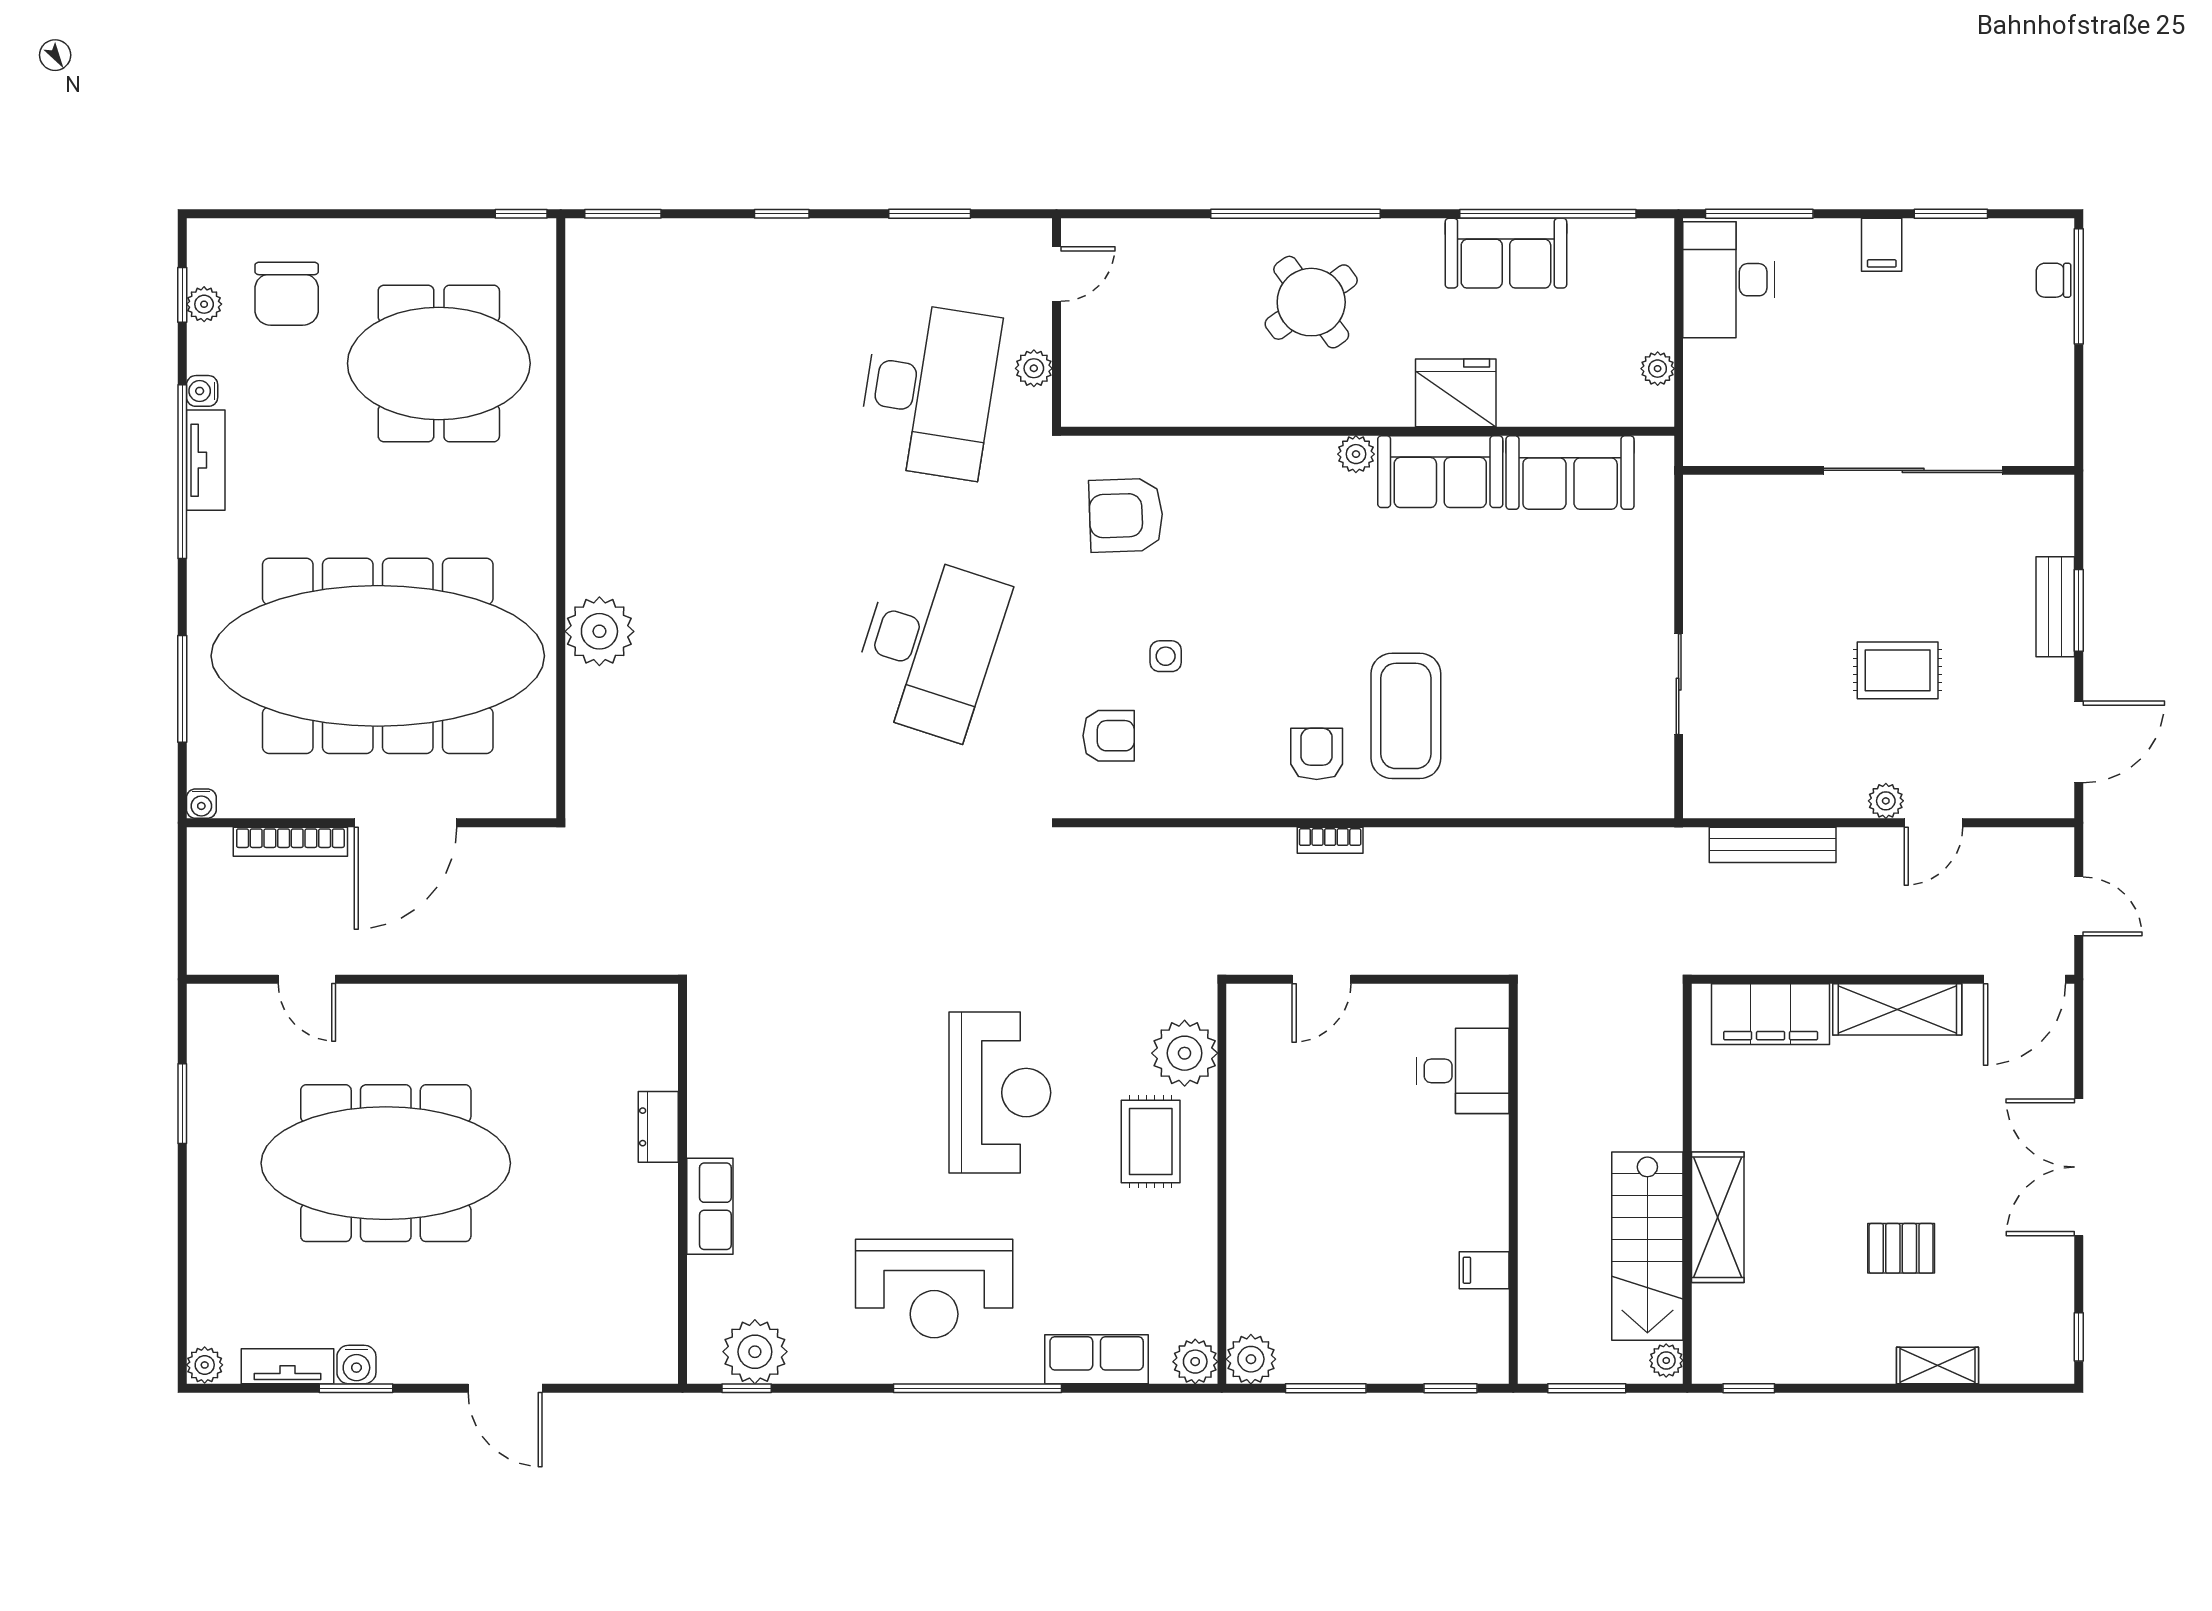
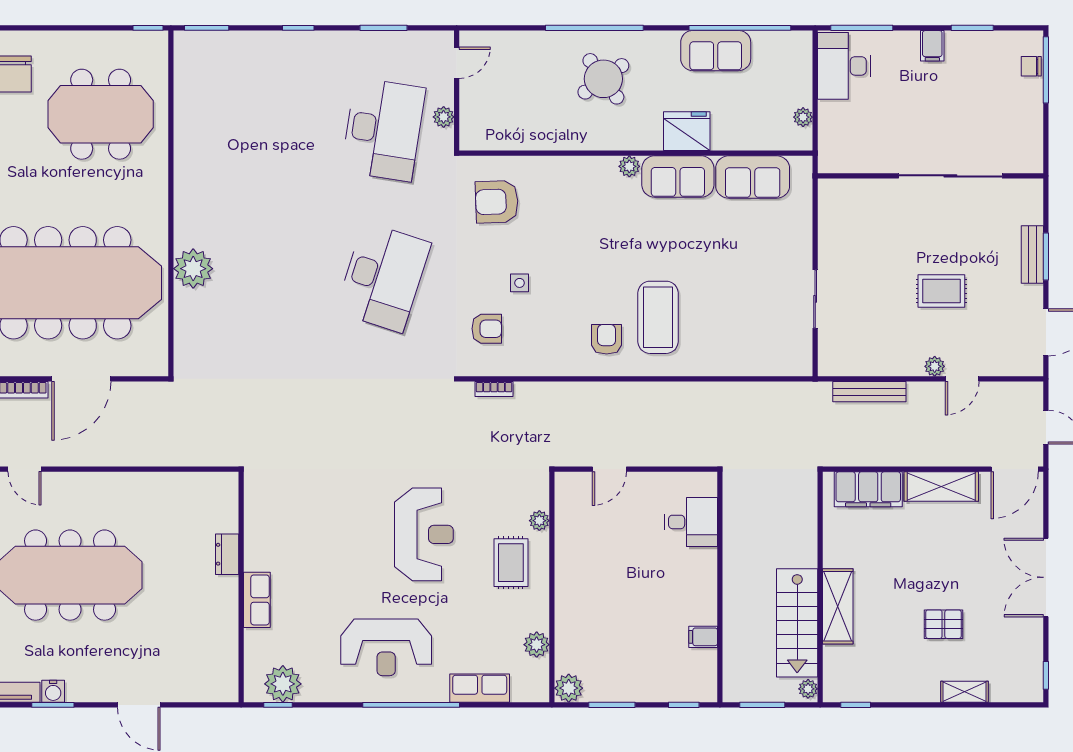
bookcase: (1330, 840) -> (494, 389), moved
plant: (1185, 1053) -> (539, 521), width x0.53, depth x0.53
plant: (1195, 1362) -> (537, 645), moved

